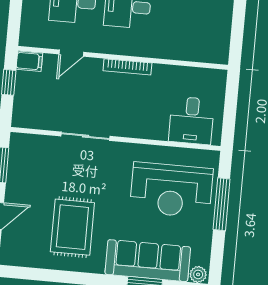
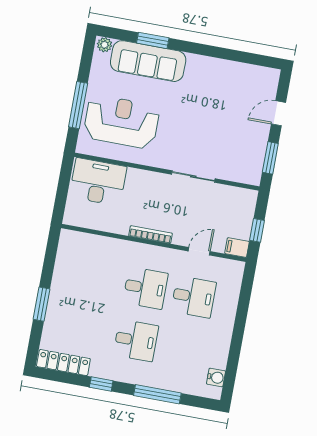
desk: (191, 120) -> (98, 182), width x1.37
rug: (72, 227) -> (212, 97), removed

